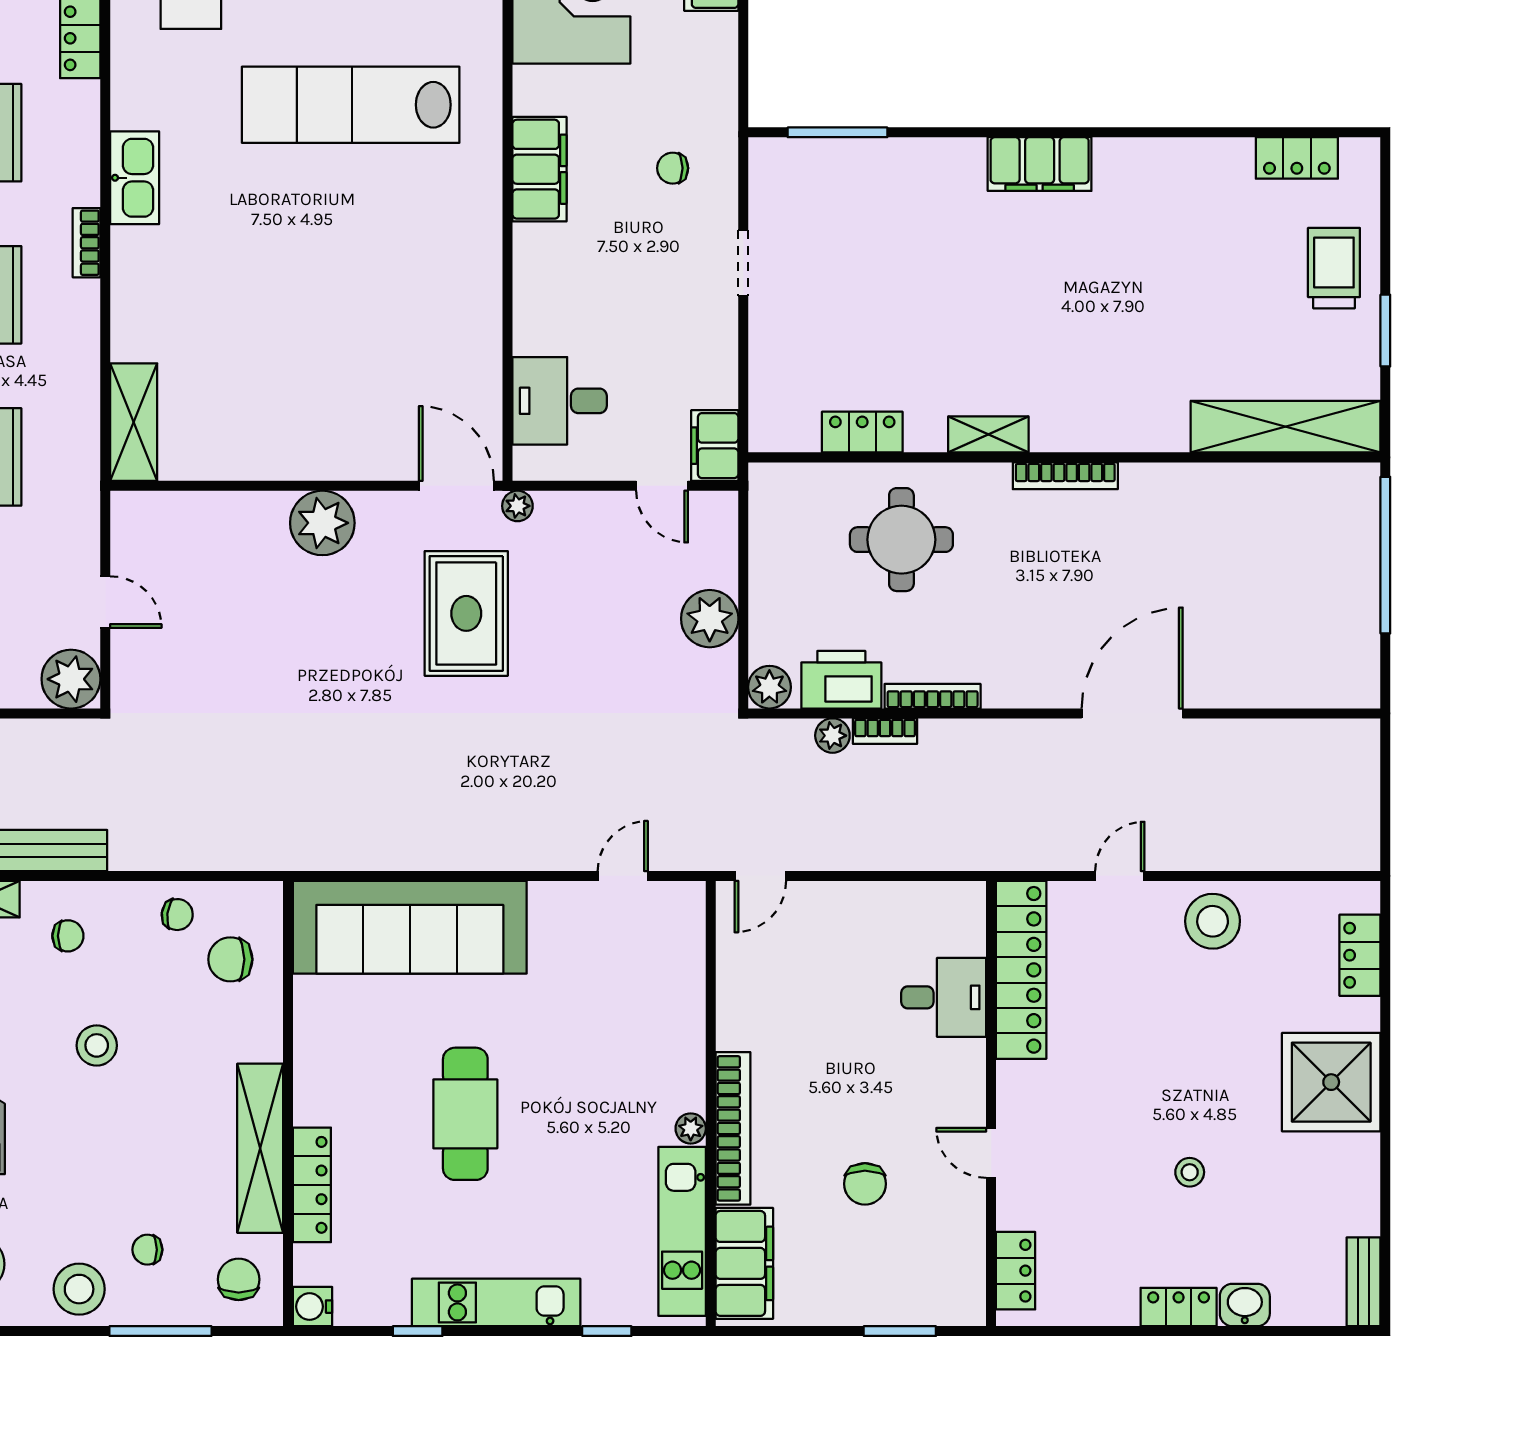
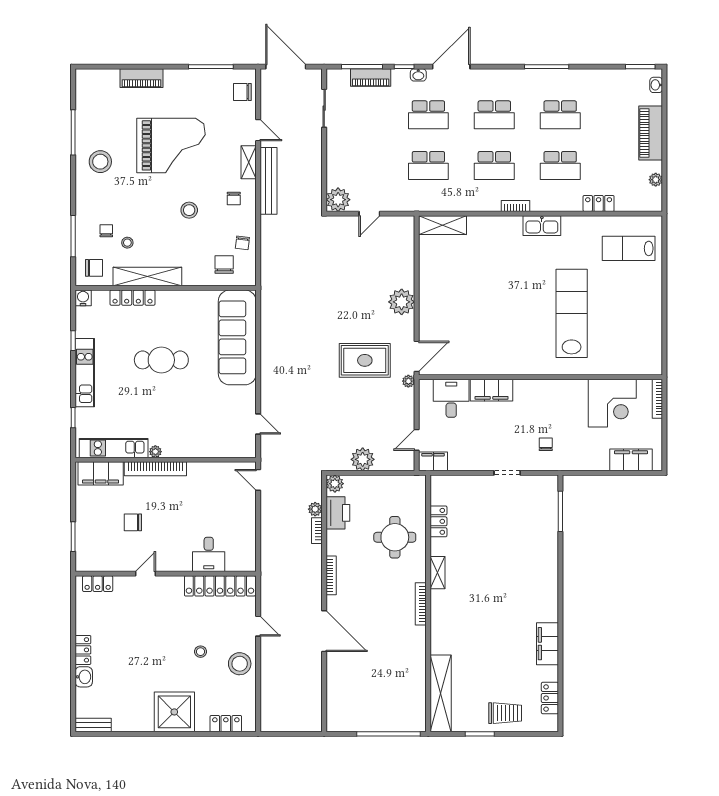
filing cabinet: (1040, 164) -> (547, 644), moved
filing cabinet: (539, 169) -> (492, 390), moved
bookcase: (933, 696) -> (331, 575), moved
stool: (1190, 1172) -> (201, 652), moved
stool: (79, 1289) -> (127, 243), moved, width x0.53, depth x0.53

